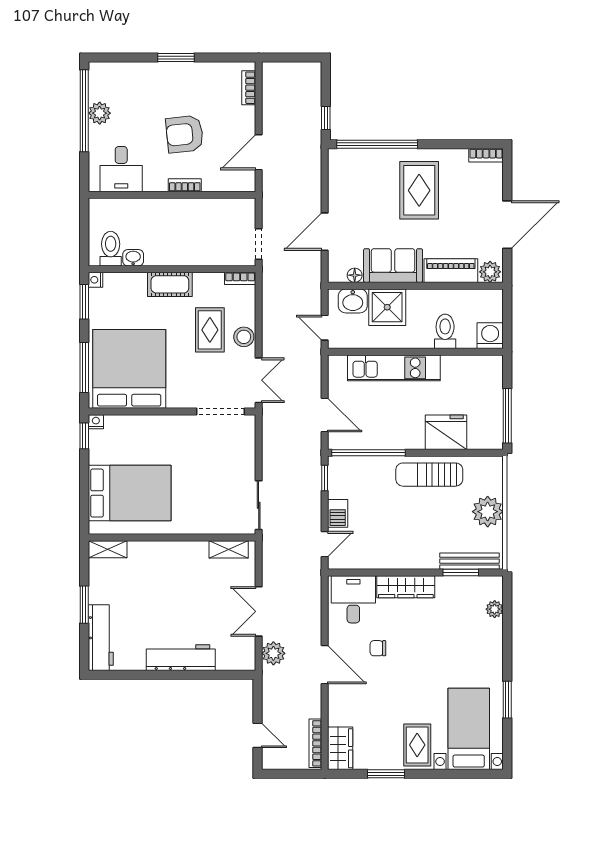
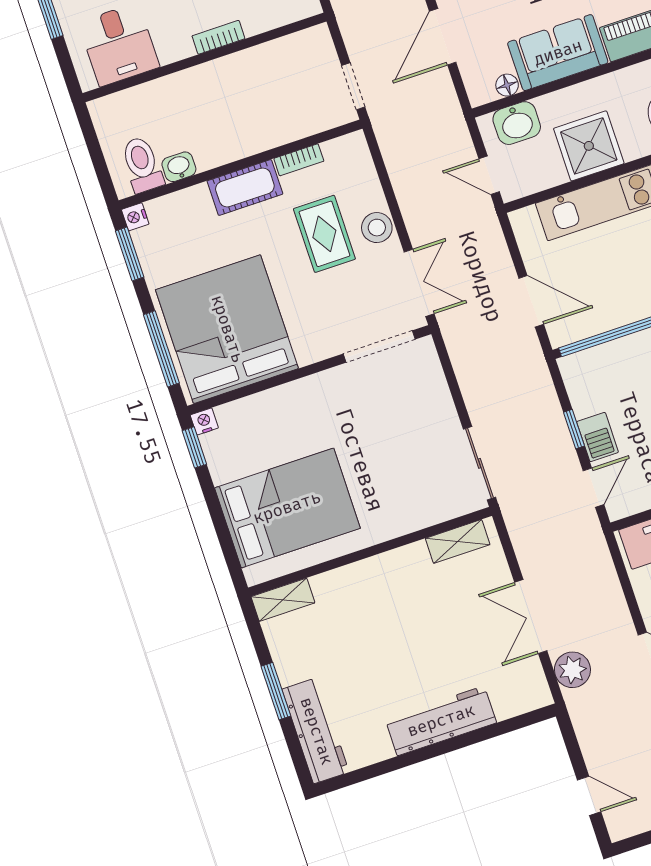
bookcase: (240, 278) -> (299, 160), moved
shower: (387, 307) -> (589, 146), moved
window: (325, 478) -> (574, 429), moved

